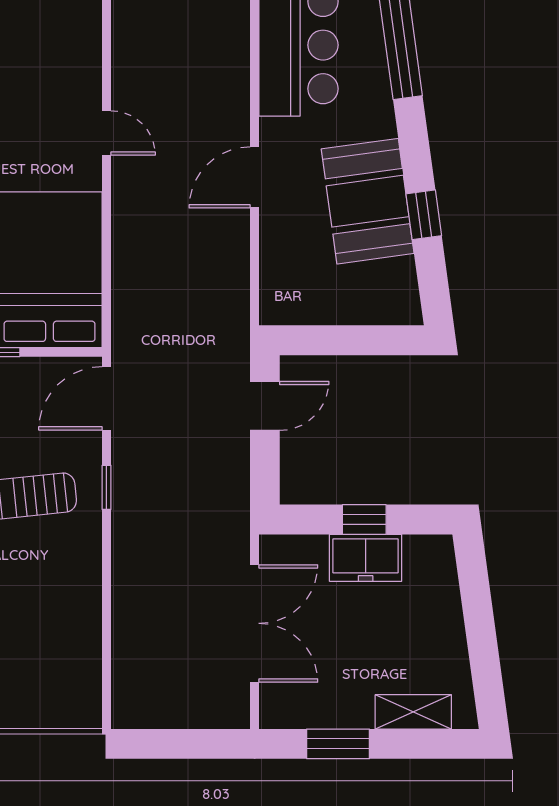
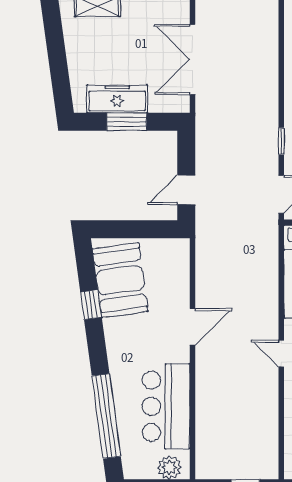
booth: (368, 201) -> (120, 280), moved
window: (364, 519) -> (127, 122), width x1.50
freezer: (366, 558) -> (117, 99), width x1.40

